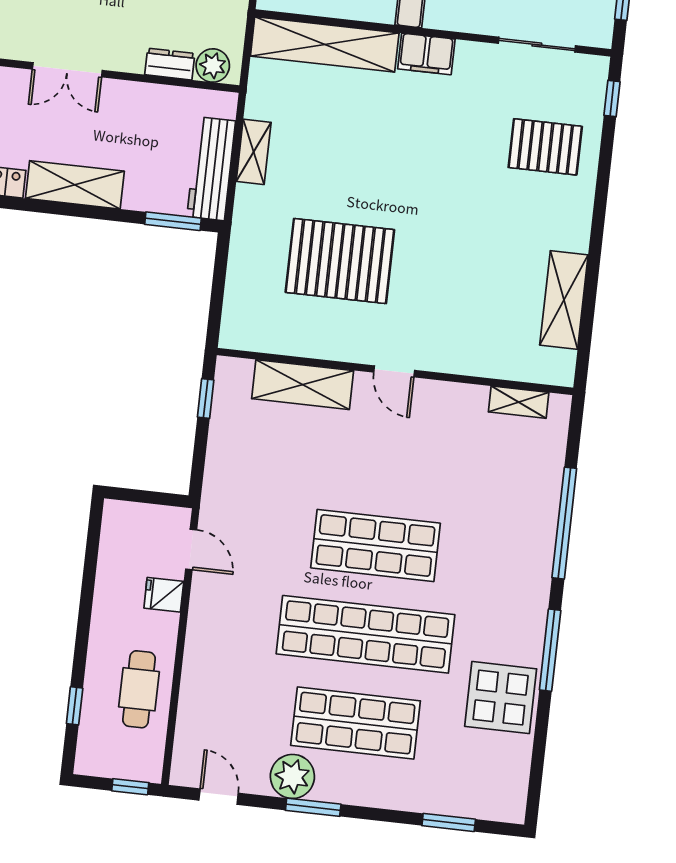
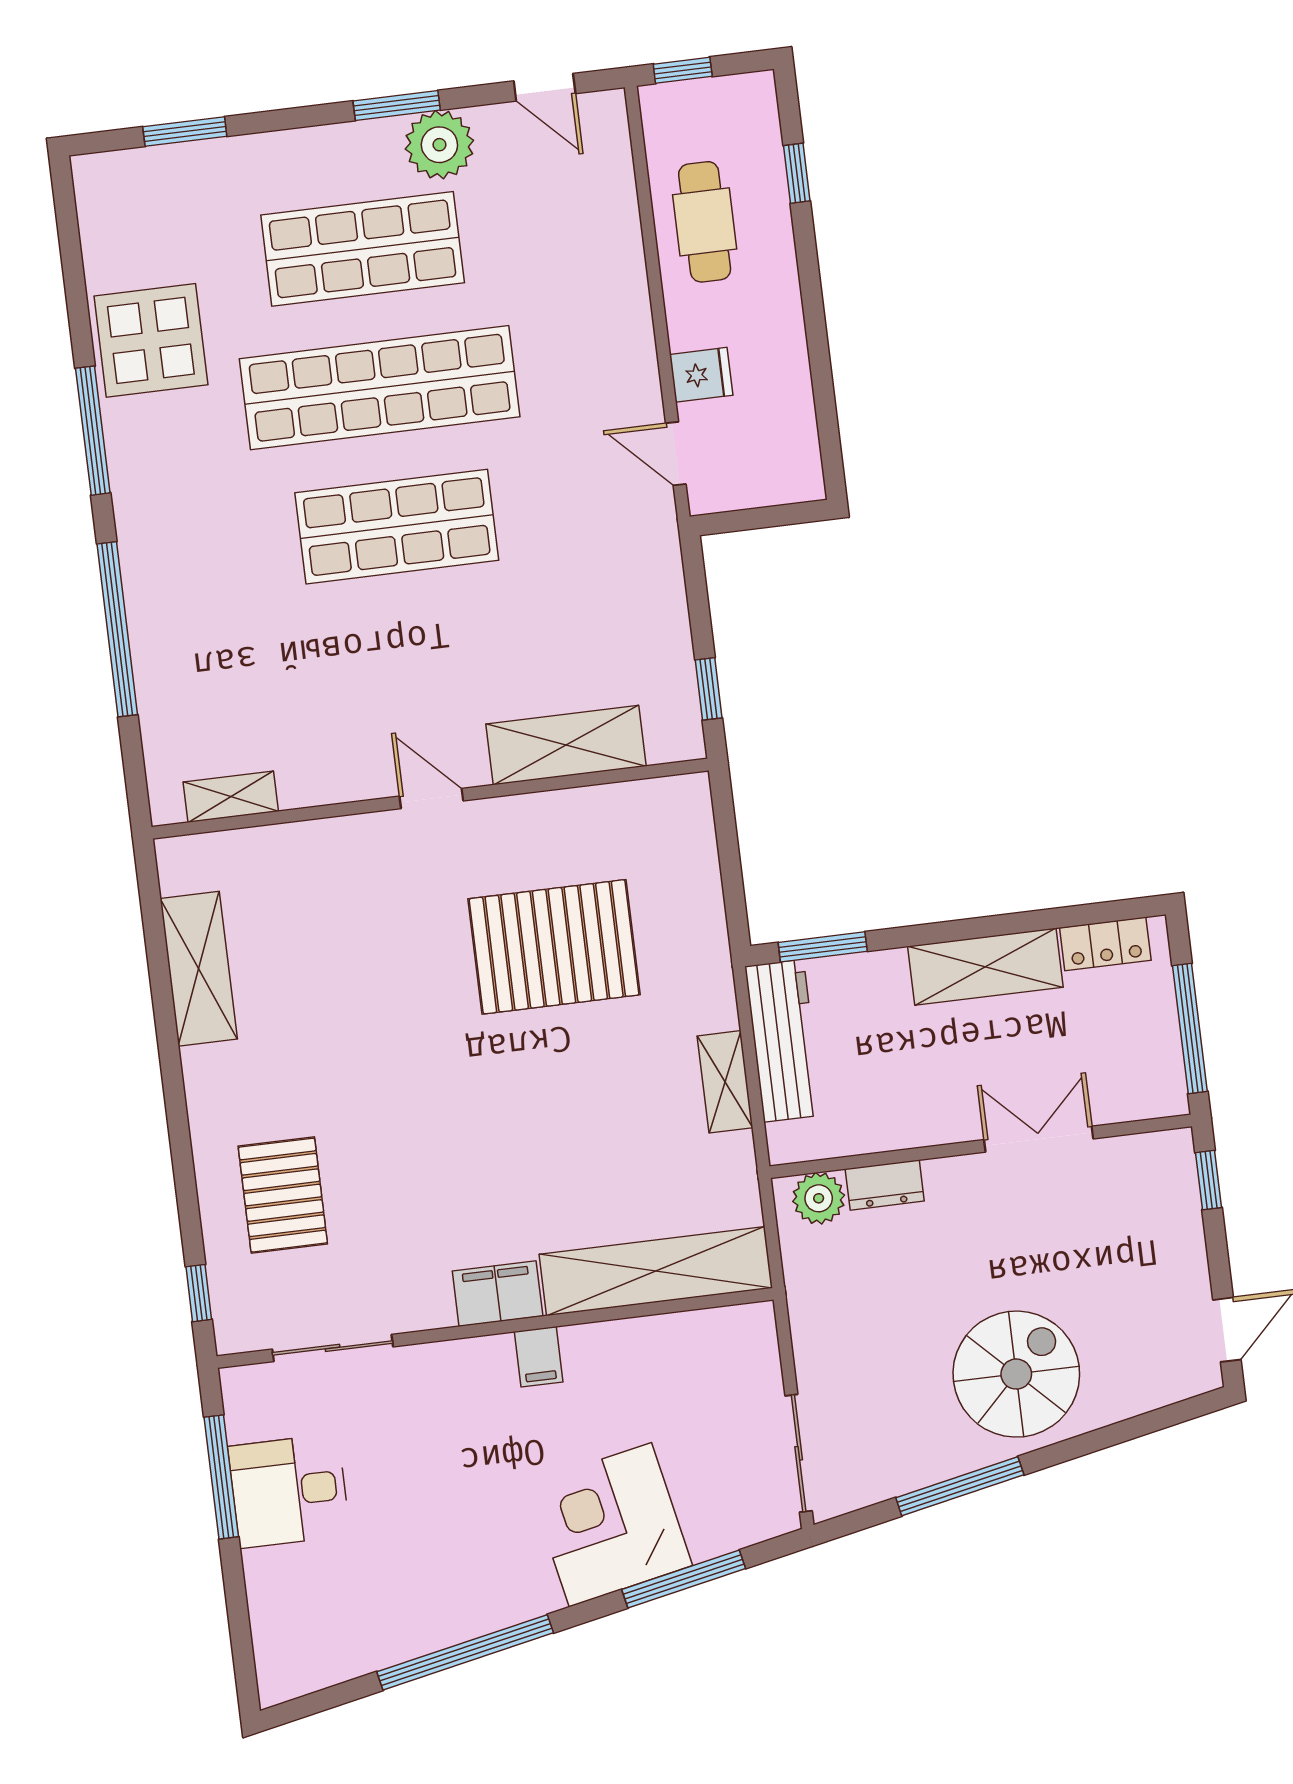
pallet: (545, 147) -> (283, 1195), turned 90

